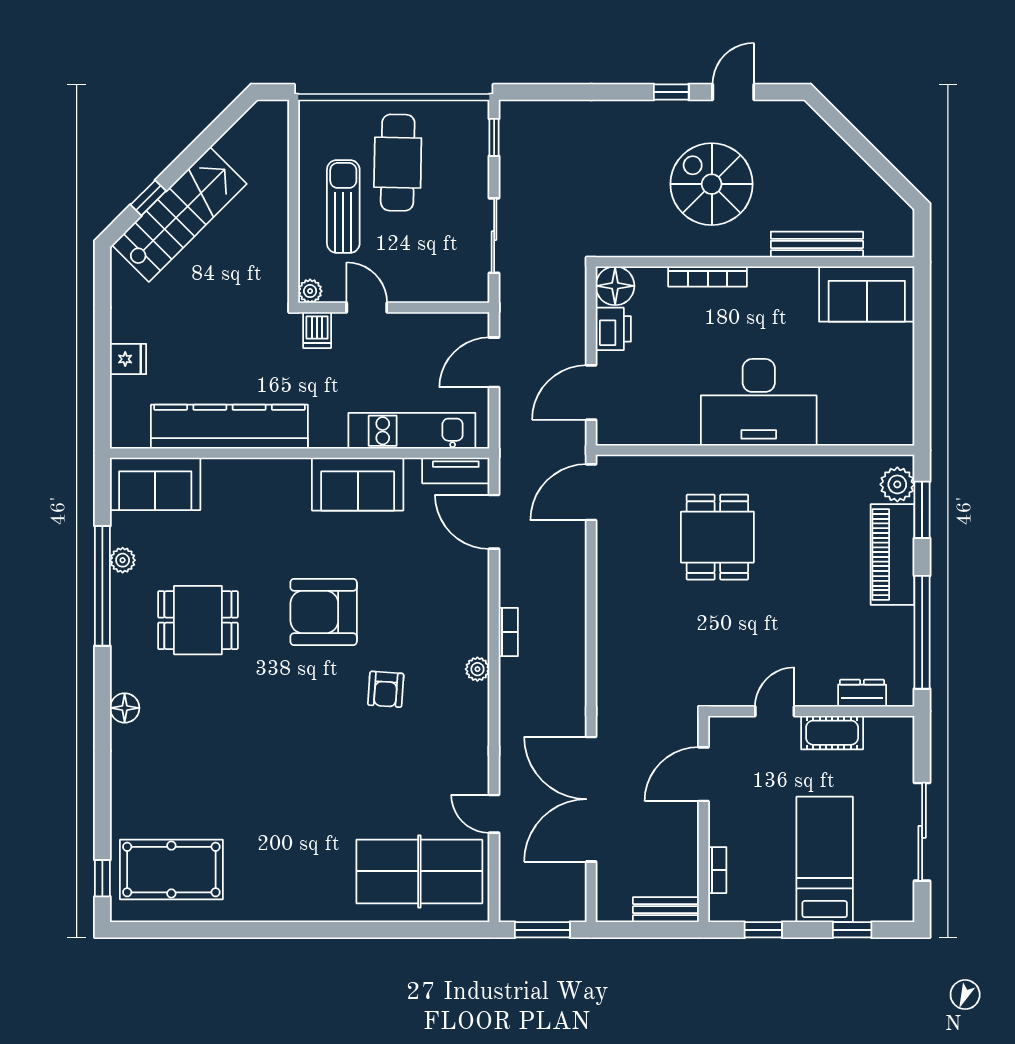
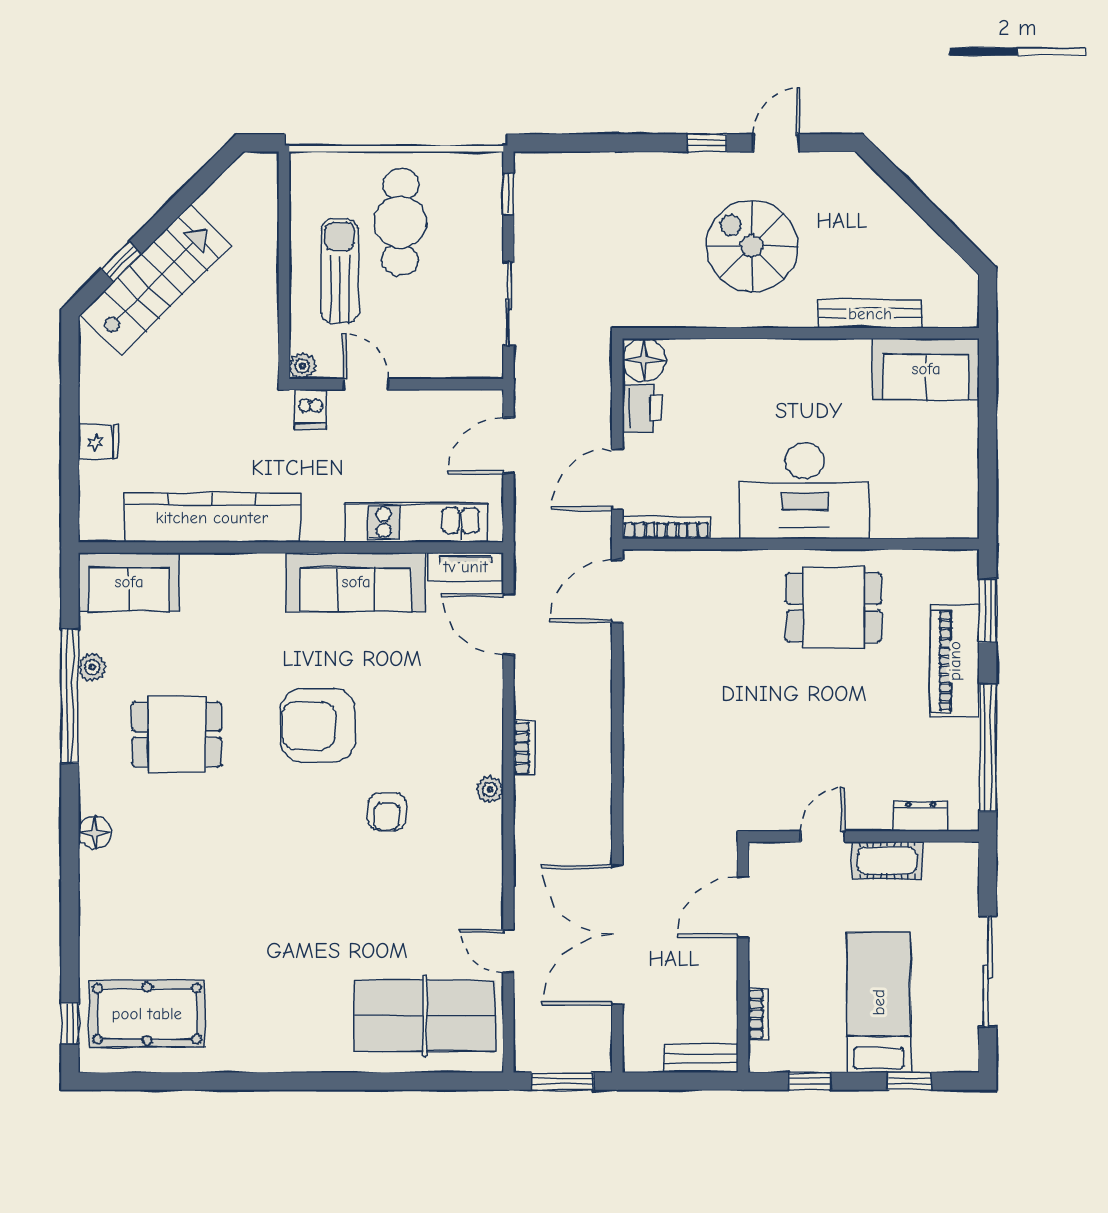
bookcase: (708, 277) -> (666, 528), moved, turned 180
sofa: (358, 484) -> (356, 582), width x1.36
plant: (897, 484) -> (960, 582), removed
dining table: (717, 537) -> (834, 607), moved, turned 90

